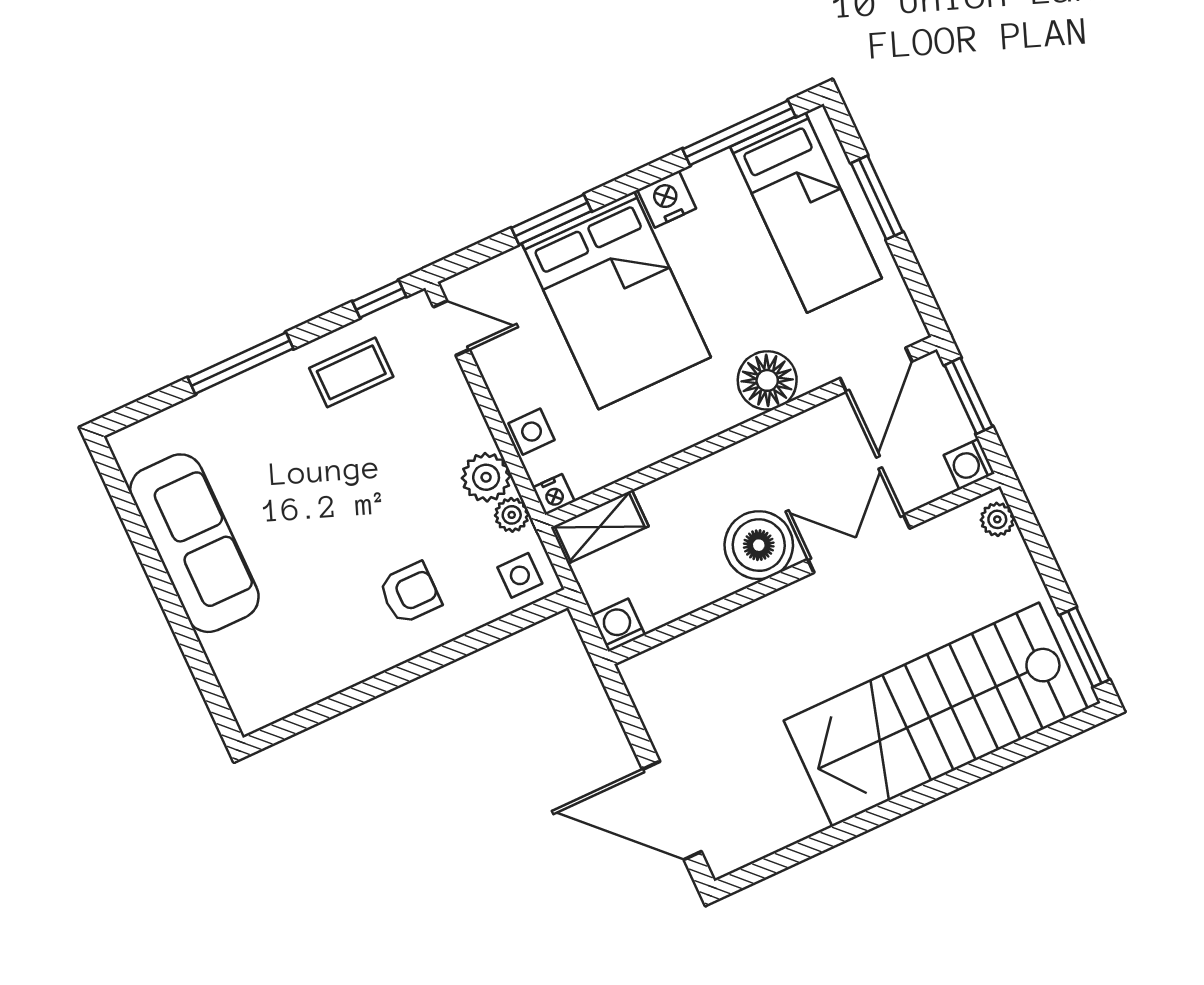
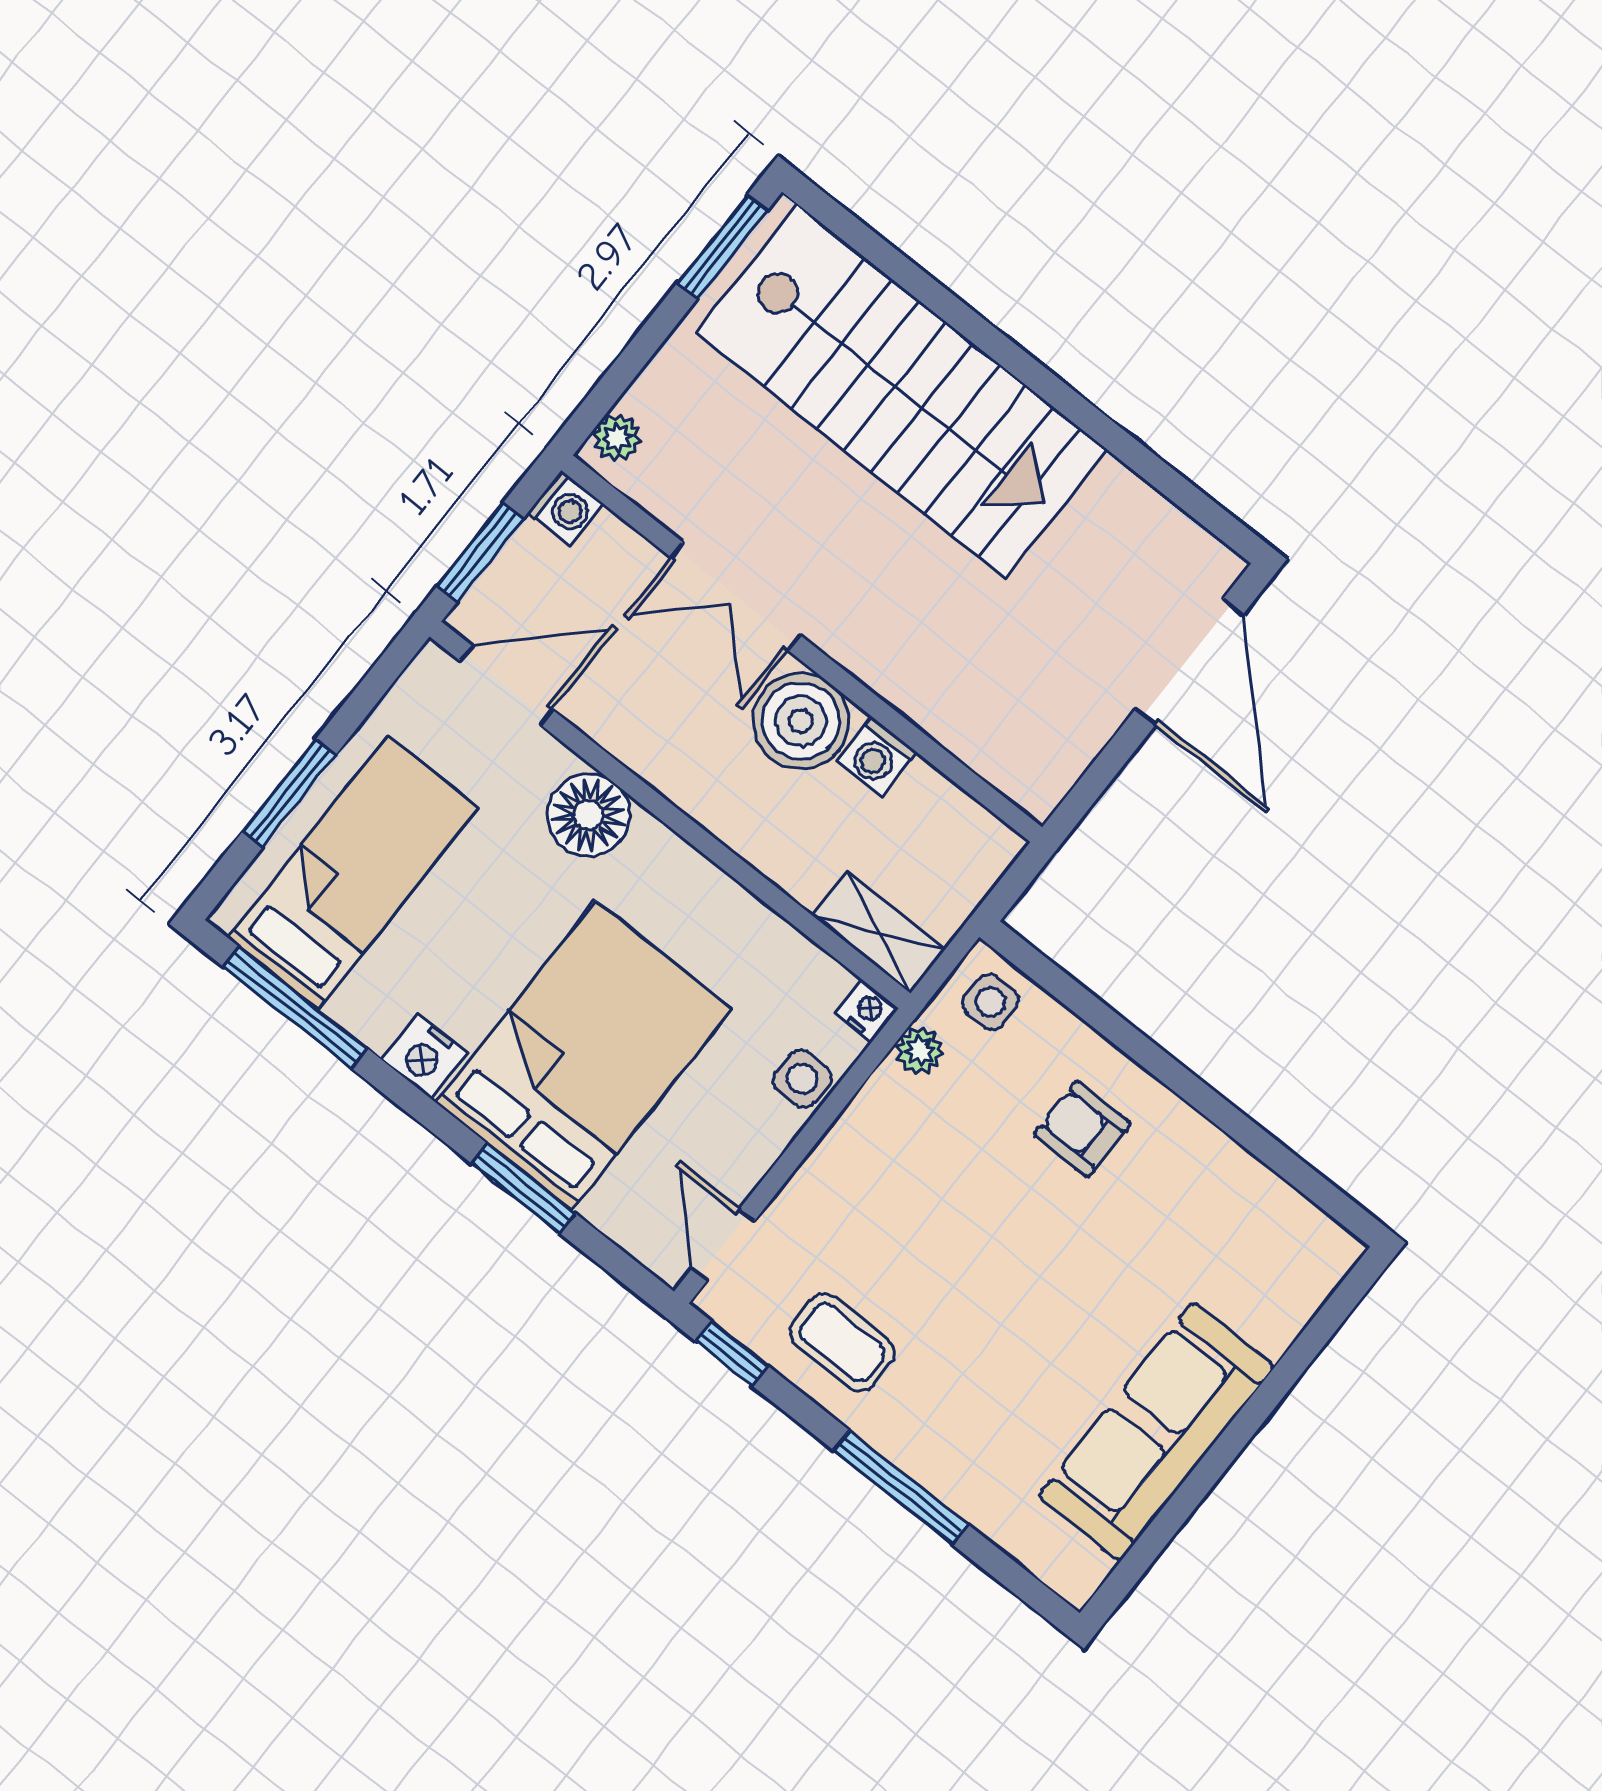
plant: (486, 477) -> (888, 1107), removed
washing machine: (618, 625) -> (877, 756), moved

